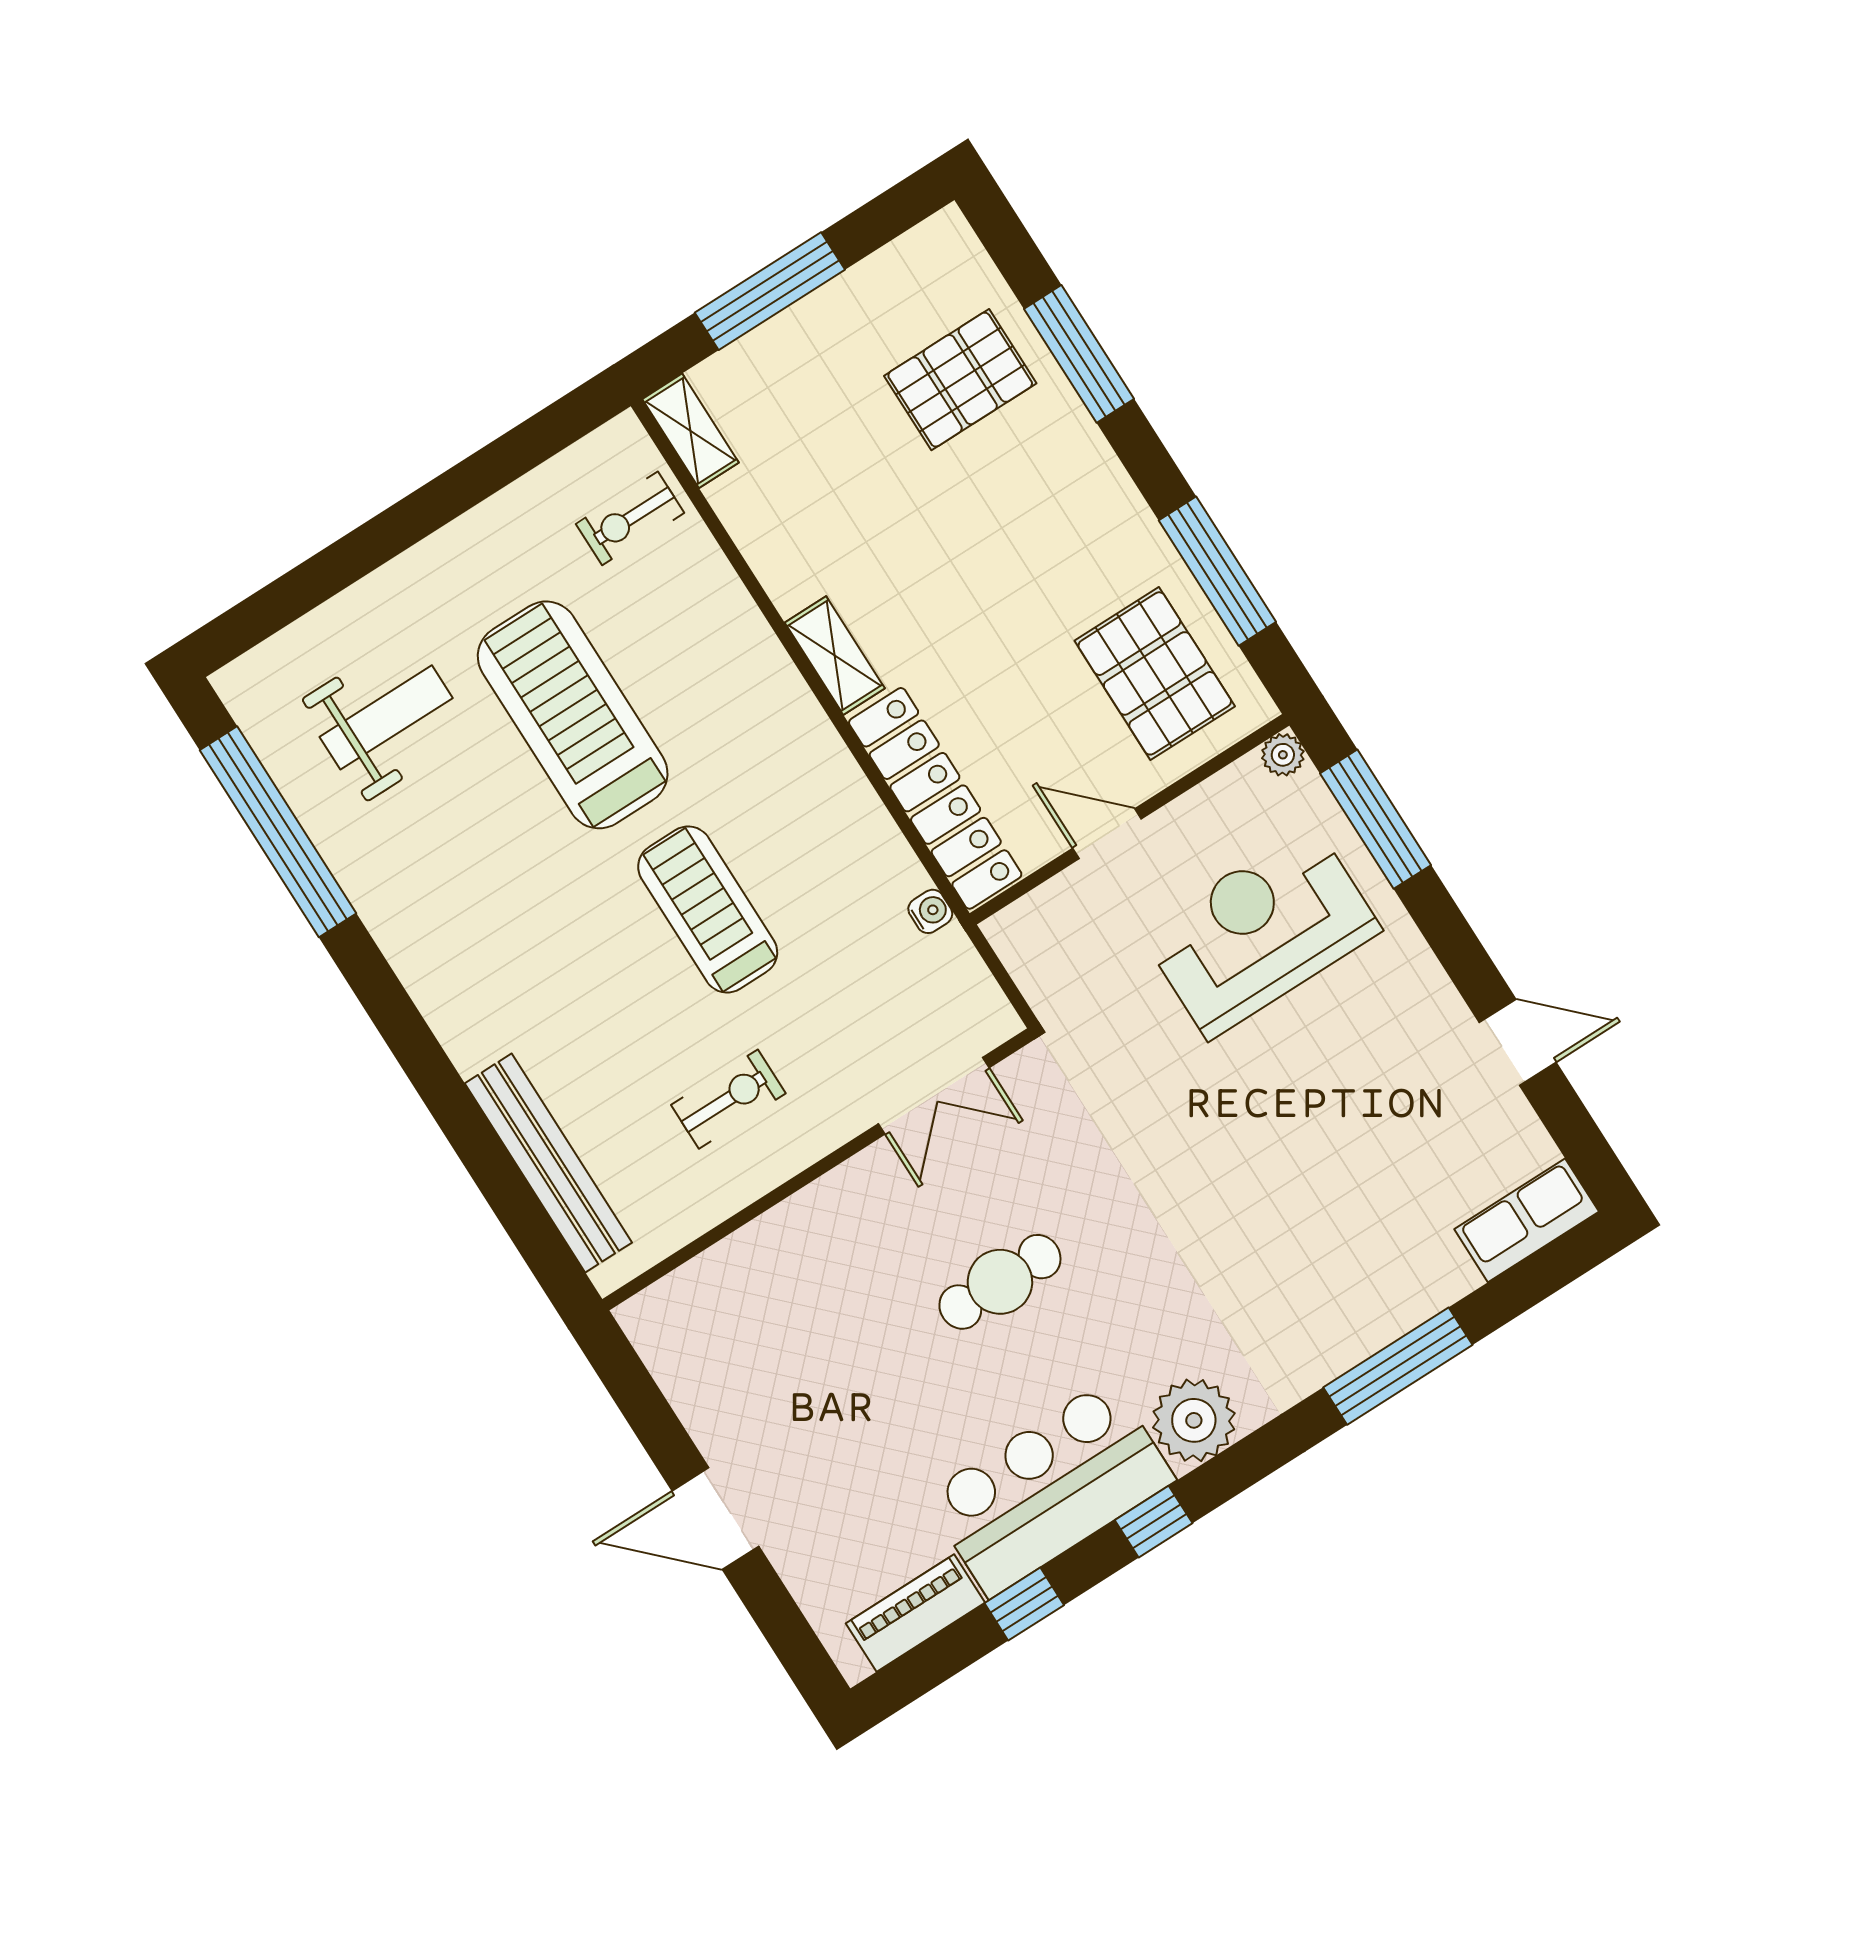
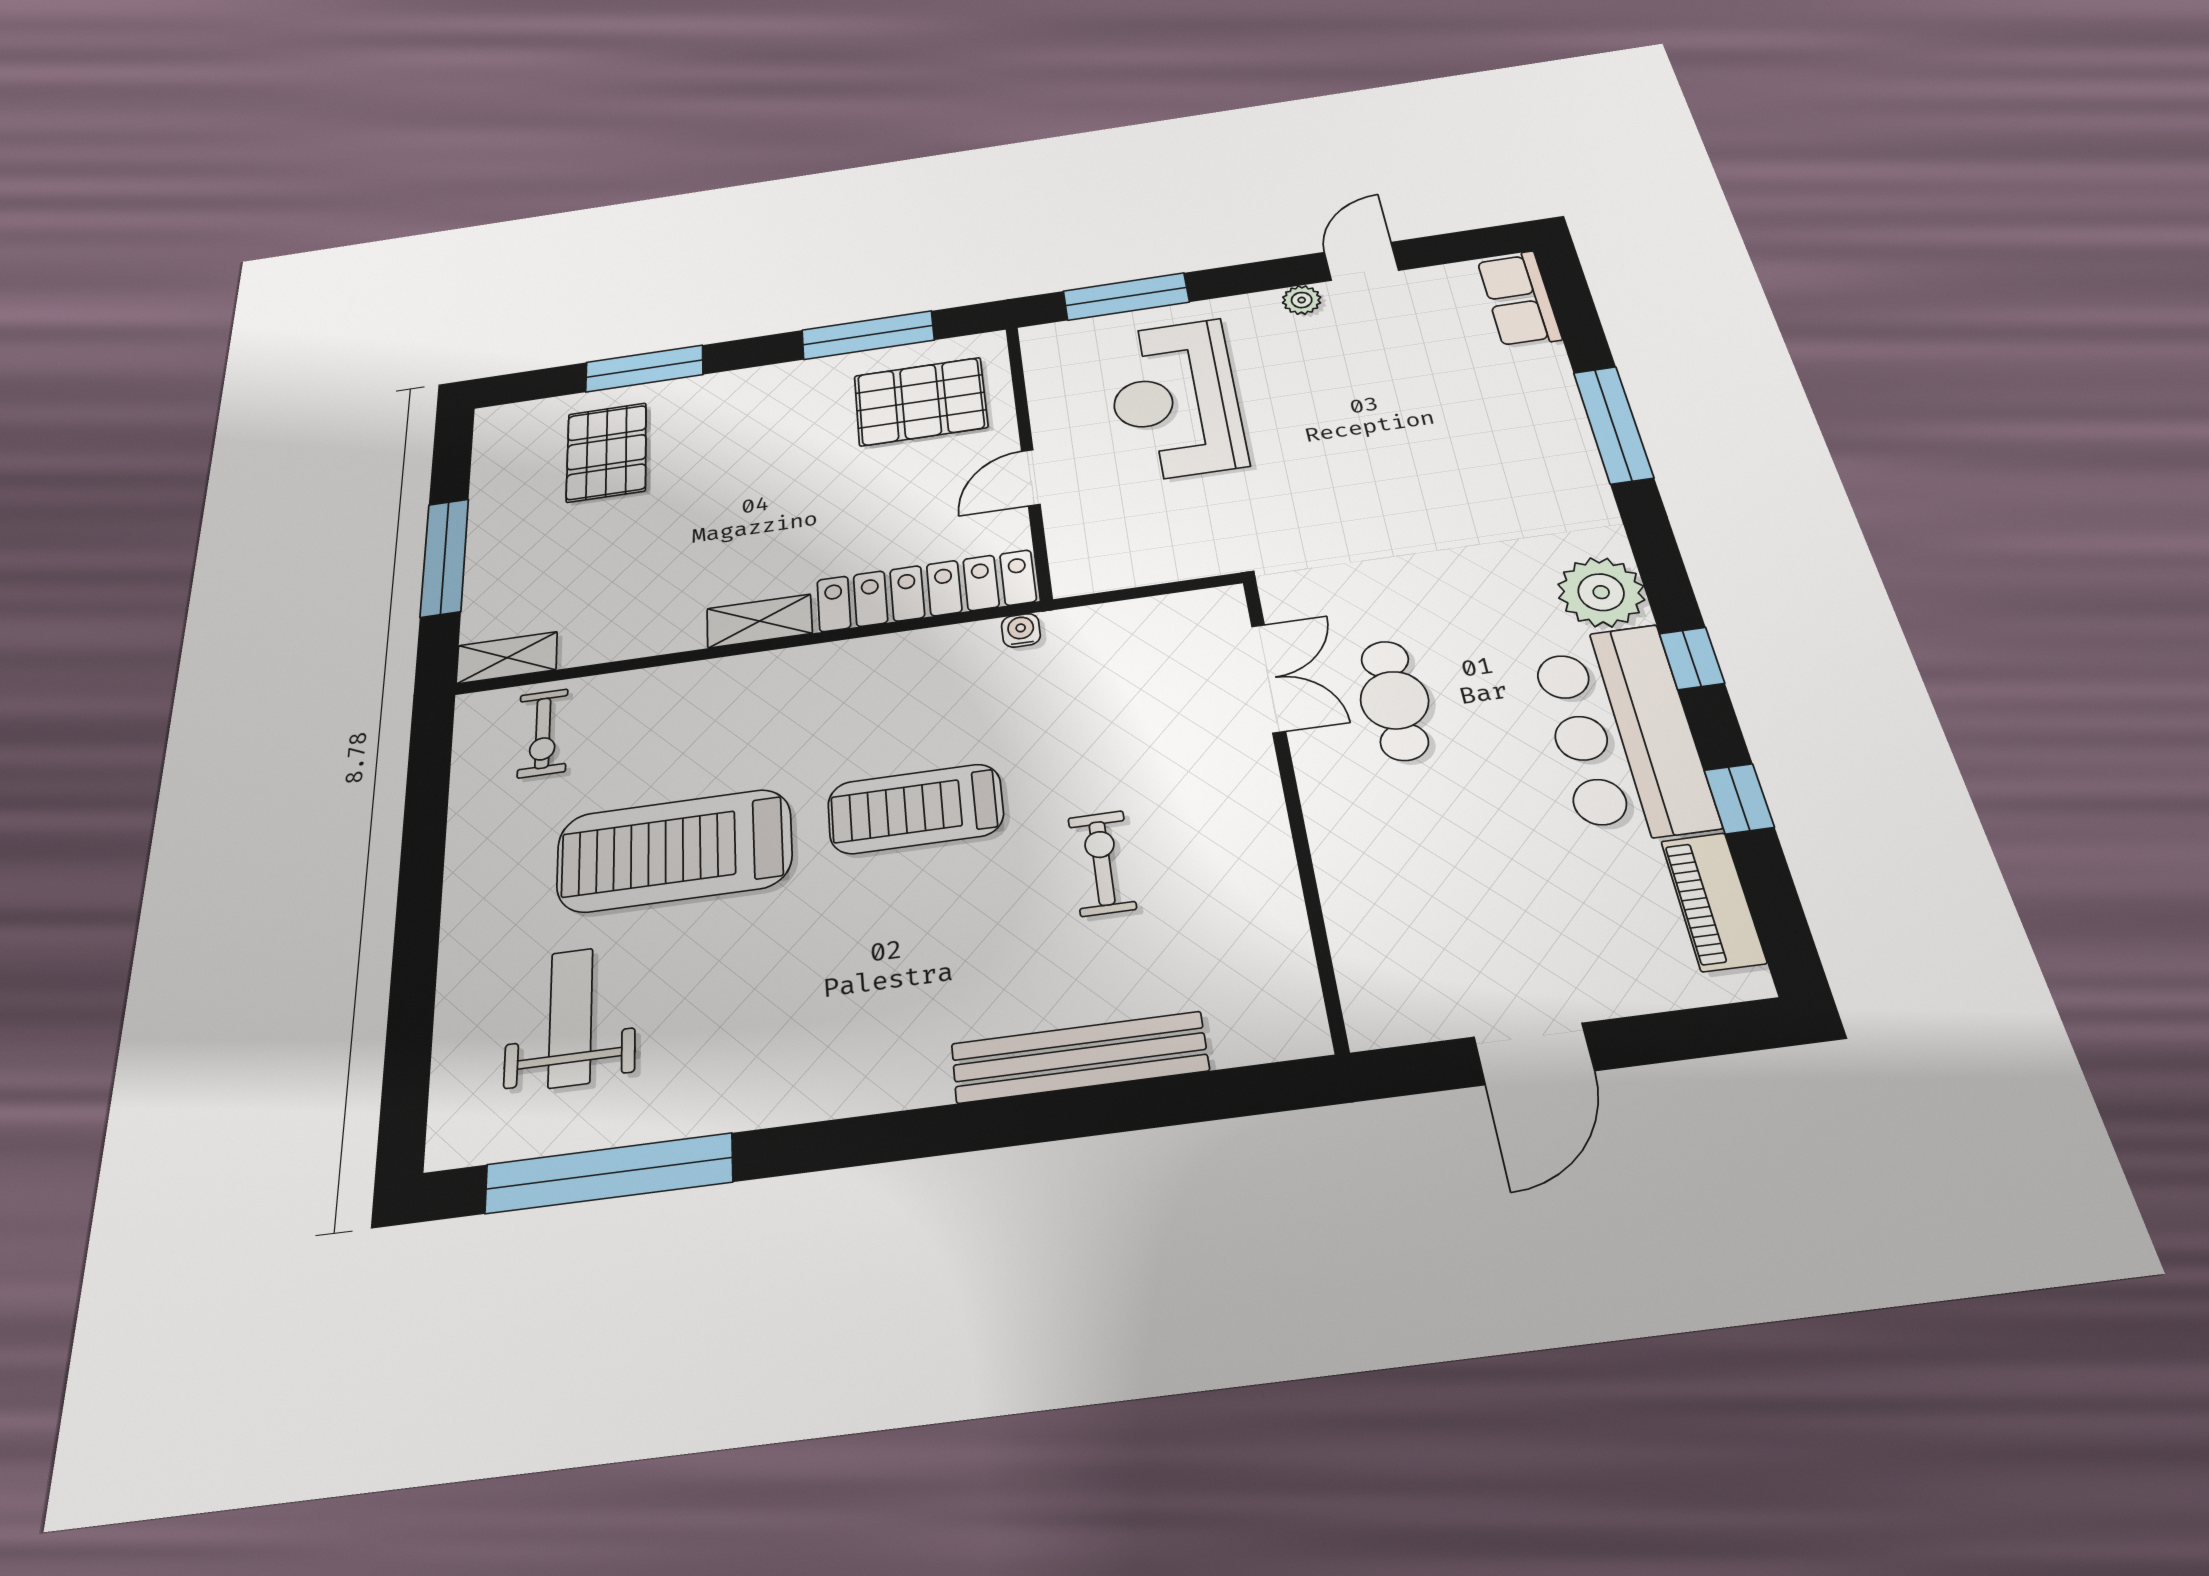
plant: (1283, 755) -> (1302, 300), moved
double door: (934, 1096) -> (1268, 678), moved
wall: (818, 1169) -> (1293, 801), moved

